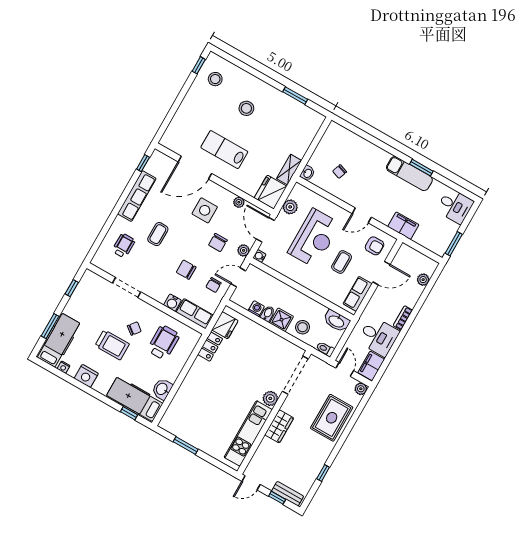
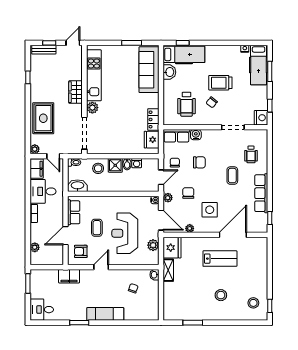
exam couch: (409, 174) -> (105, 314), moved
nightstand: (86, 376) -> (261, 118), moved, turned 90
sofa: (183, 405) -> (149, 70), added

